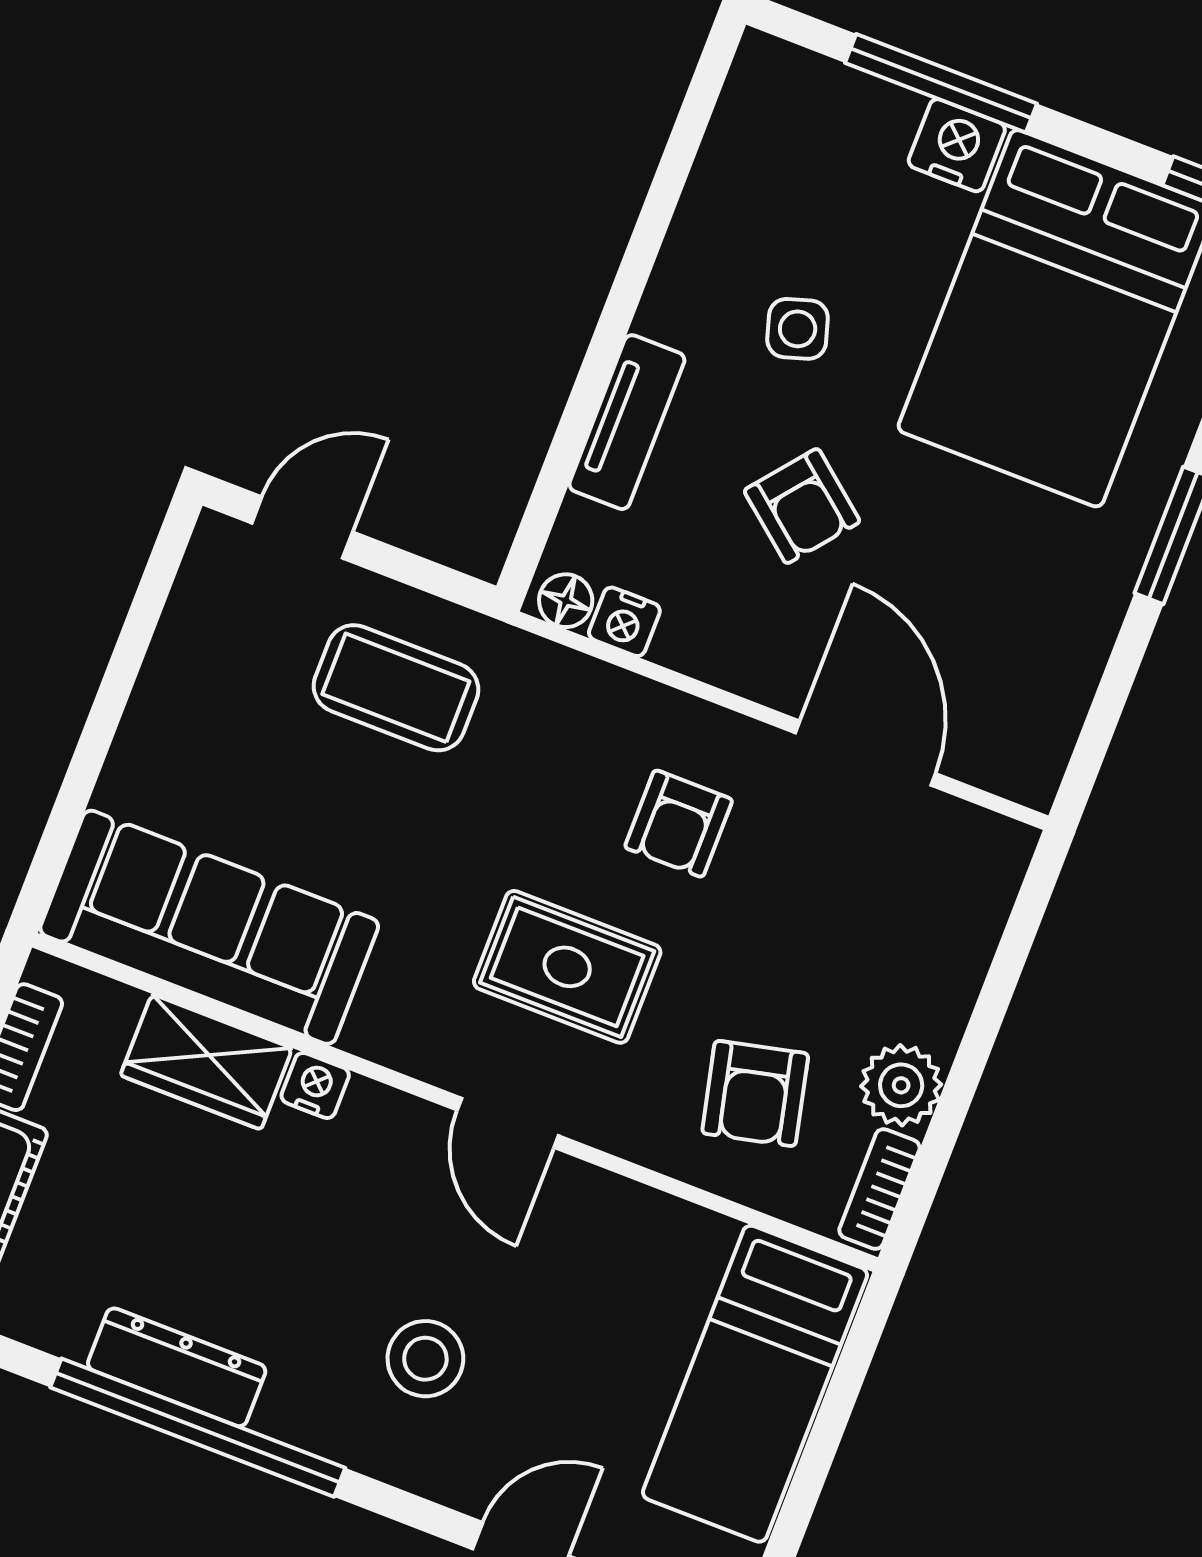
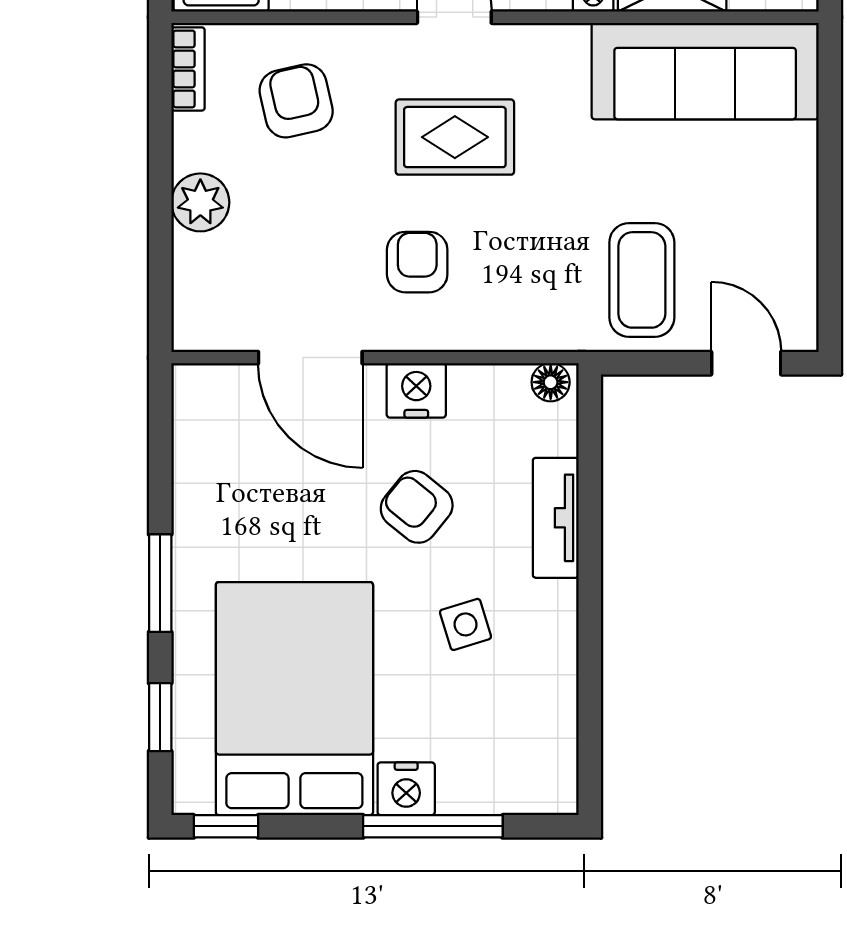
door: (302, 527) -> (746, 363), swing flipped
nightstand: (624, 622) -> (416, 390), moved, width x1.39, depth x1.35
coffee table: (396, 688) -> (642, 280), turned 90
plant: (901, 1085) -> (200, 202), moved

